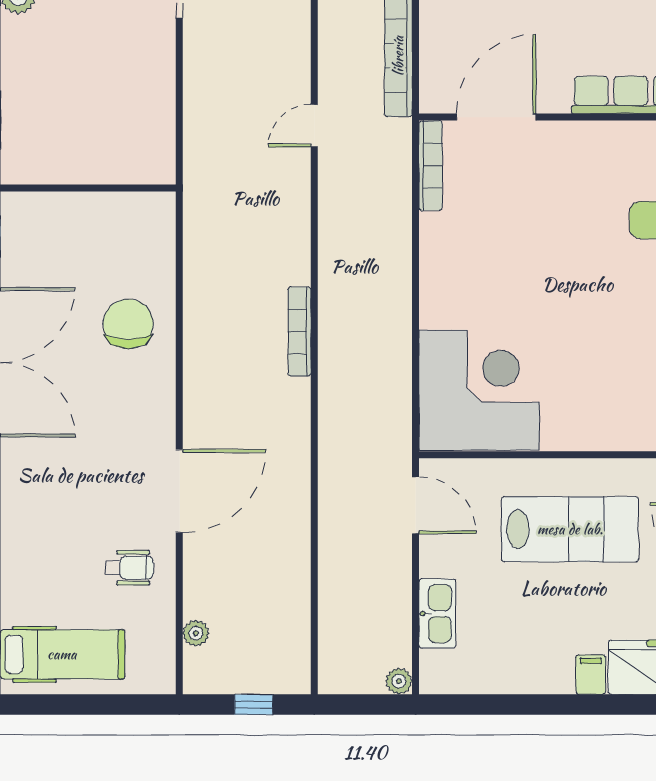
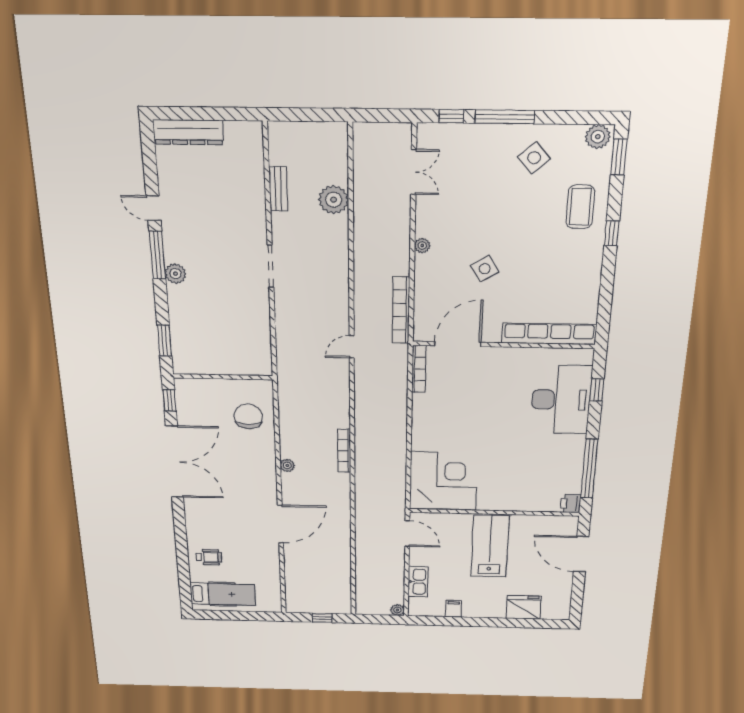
chair: (128, 324) -> (248, 416), moved
lab bench: (570, 529) -> (490, 546), turned -90
wheelchair: (129, 568) -> (209, 557), moved
plant: (196, 633) -> (287, 465), moved
filing cabinet: (591, 675) -> (454, 609), moved

